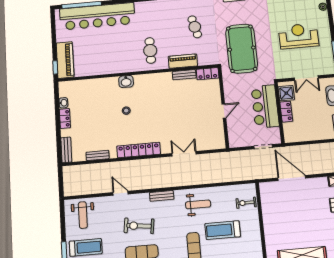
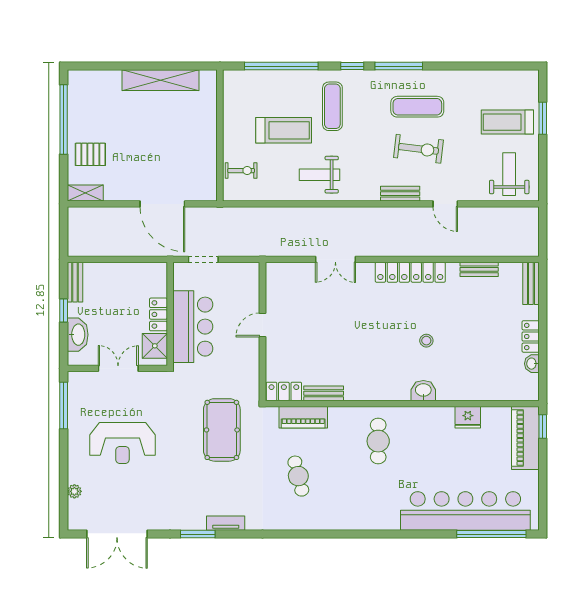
pool table: (242, 49) -> (222, 430), width x0.73, depth x0.76
piano: (183, 61) -> (303, 417), moved
fridge: (99, 69) -> (468, 417), added
bench: (162, 196) -> (400, 194), moved

